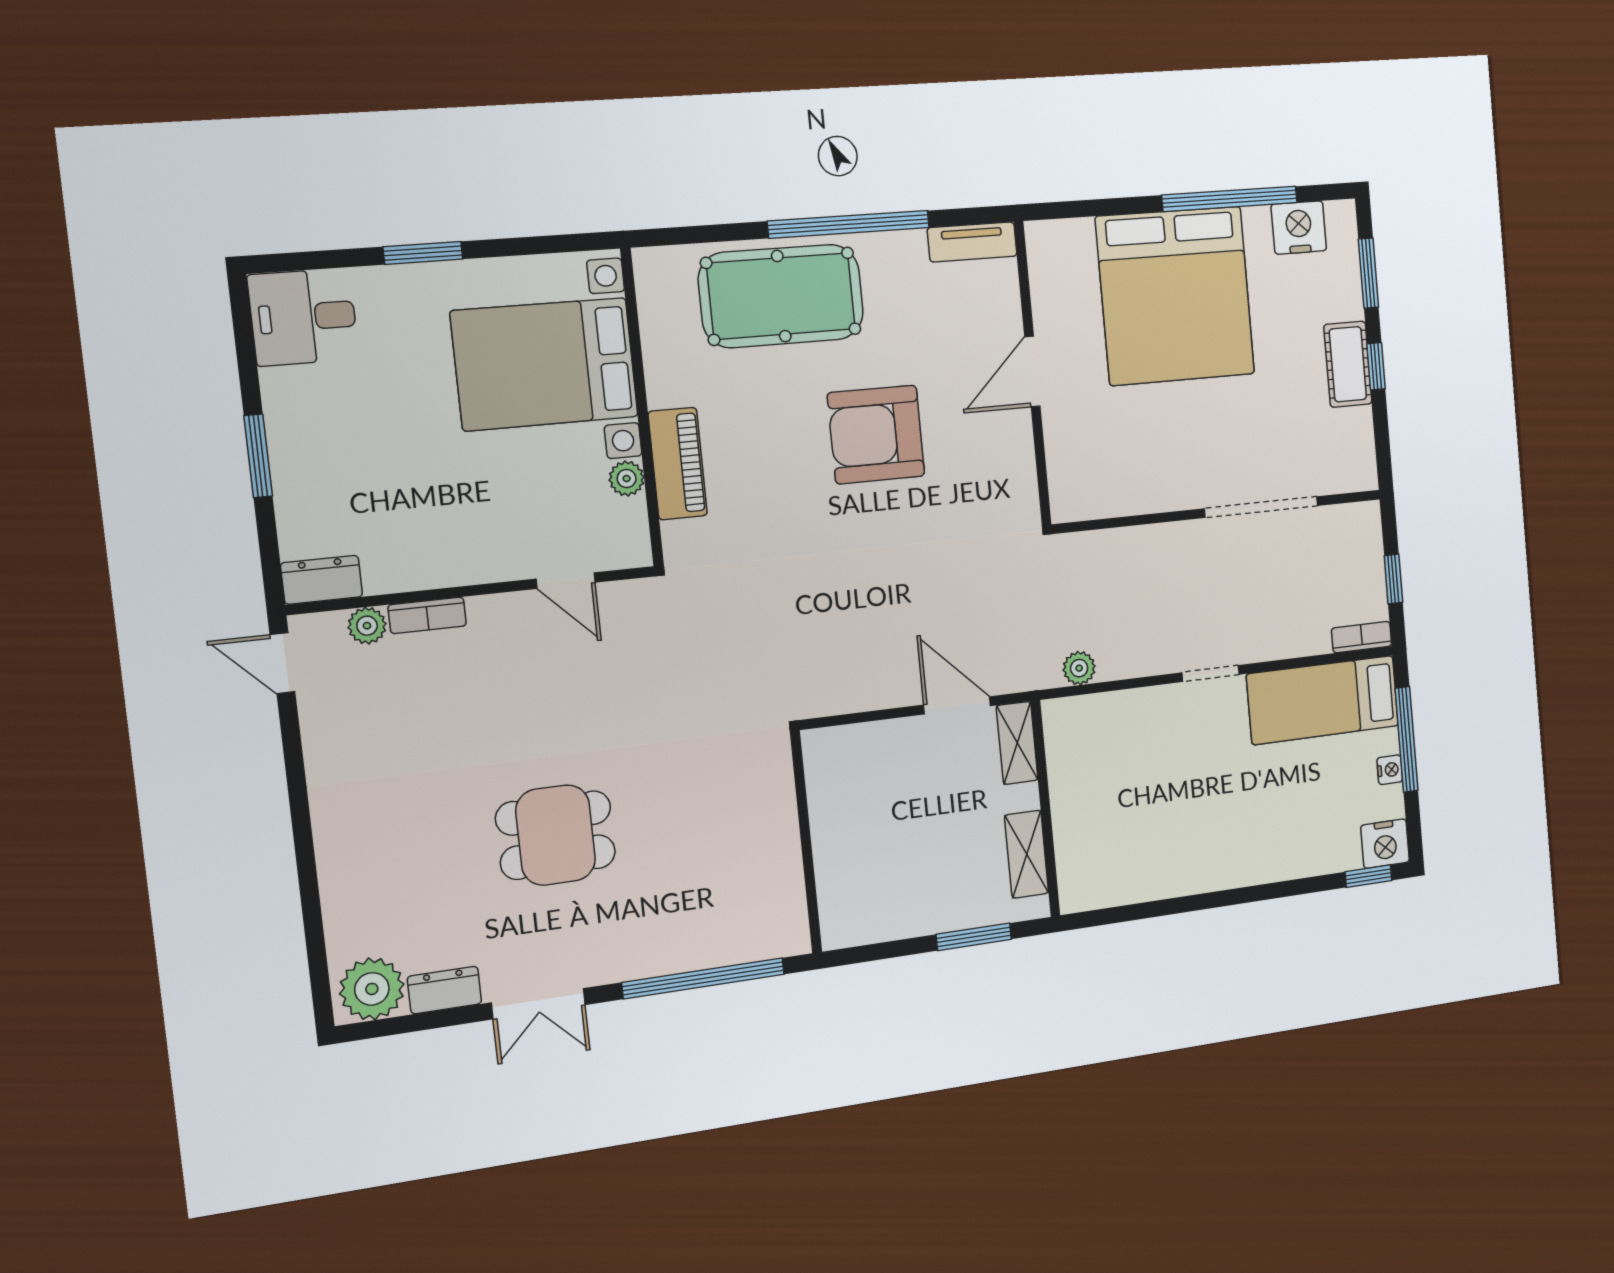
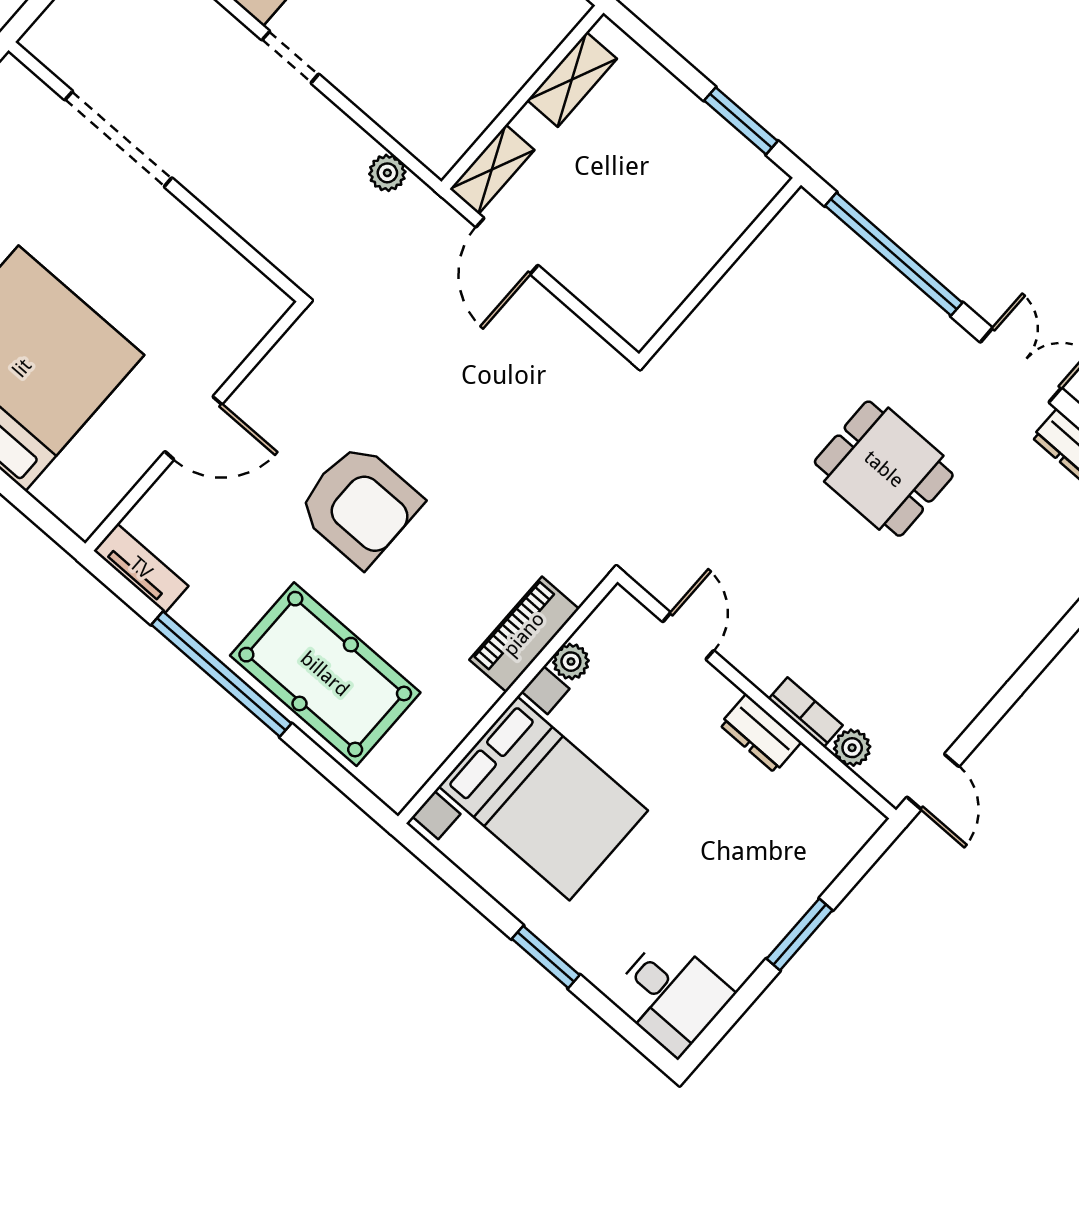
dresser: (322, 580) -> (760, 733), moved
window: (974, 937) -> (741, 121), moved

